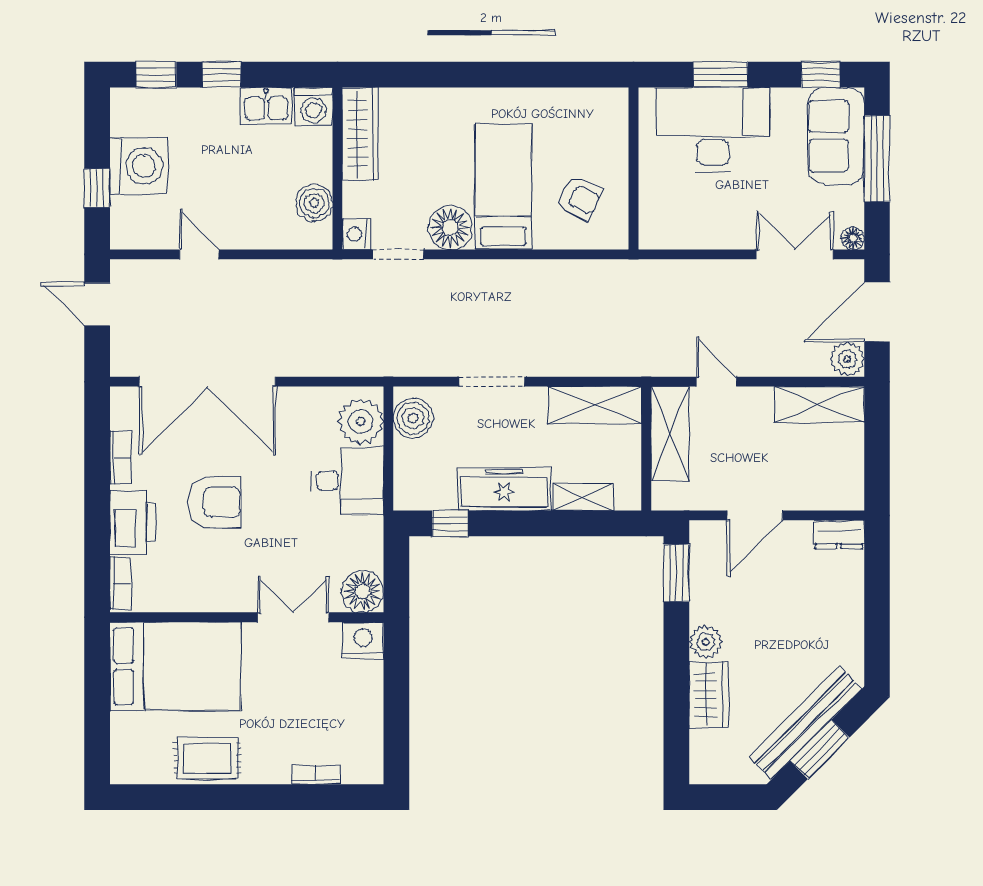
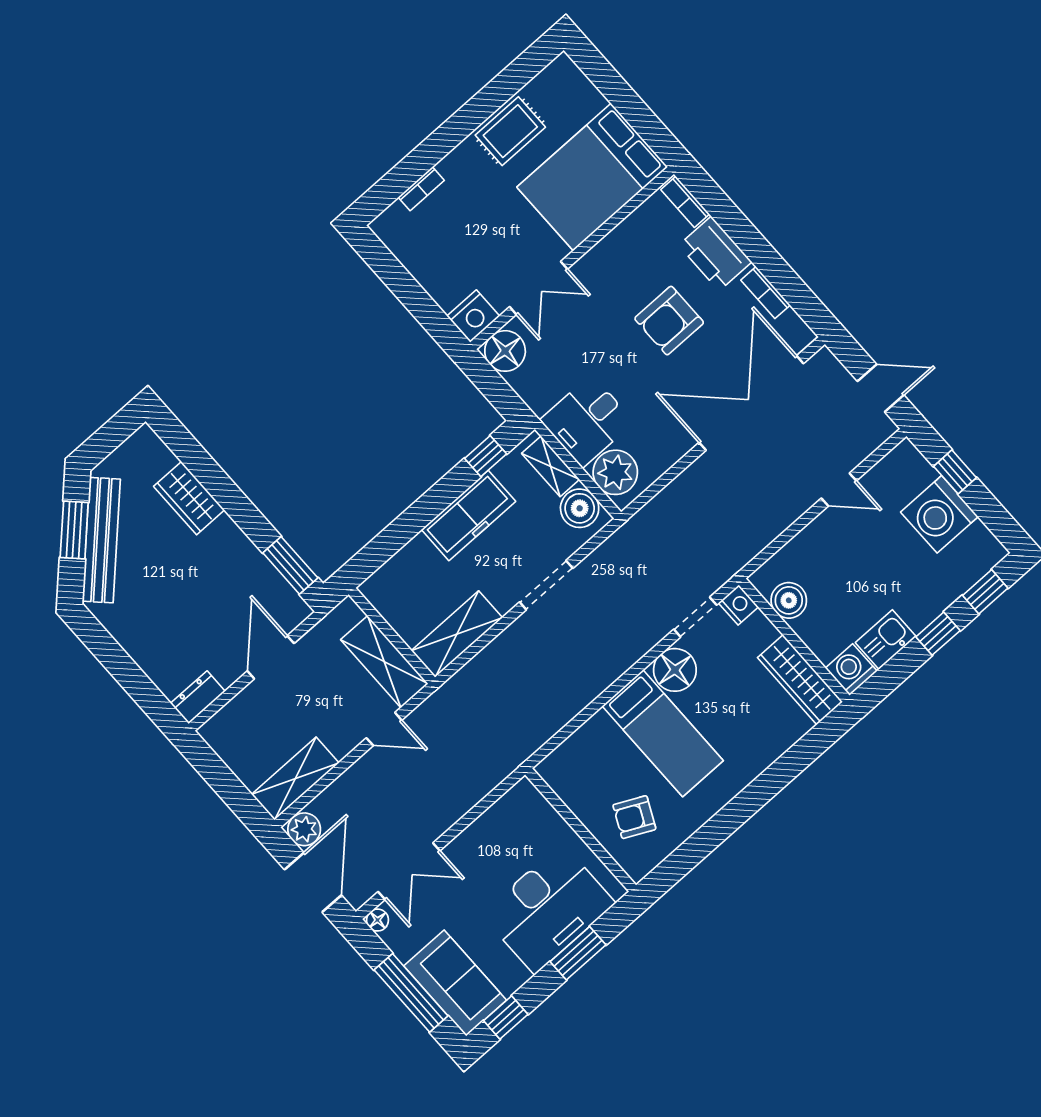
armchair: (580, 198) -> (634, 817), moved
shelving: (583, 497) -> (551, 466), moved, turned 90
plant: (706, 642) -> (225, 534), removed

